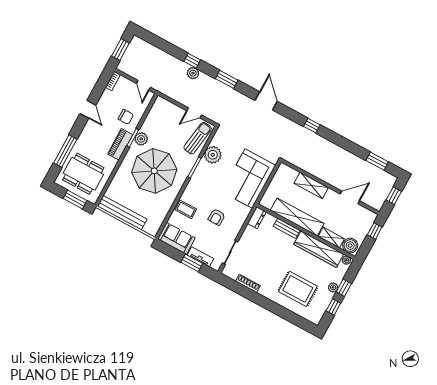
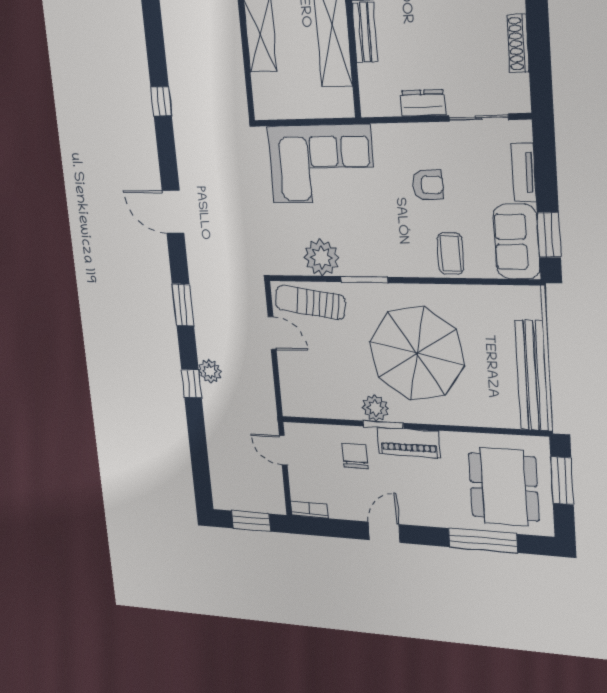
door: (143, 85) -> (283, 450), swing flipped
door: (266, 101) -> (173, 212), hinge flipped
dresser: (257, 218) -> (423, 103), moved
window: (192, 263) -> (549, 235), moved

